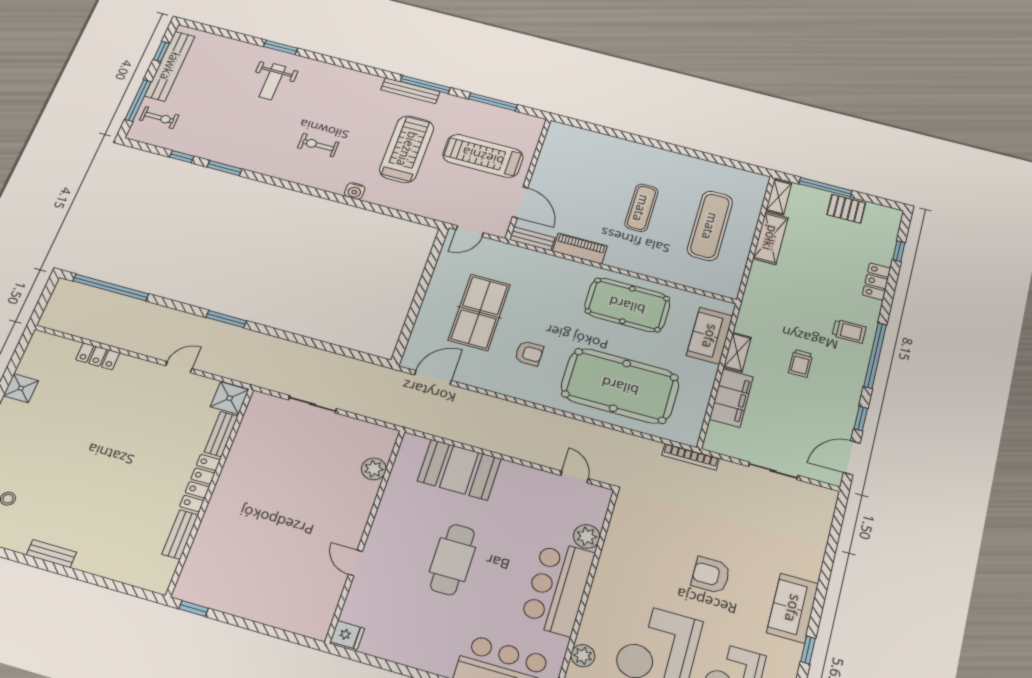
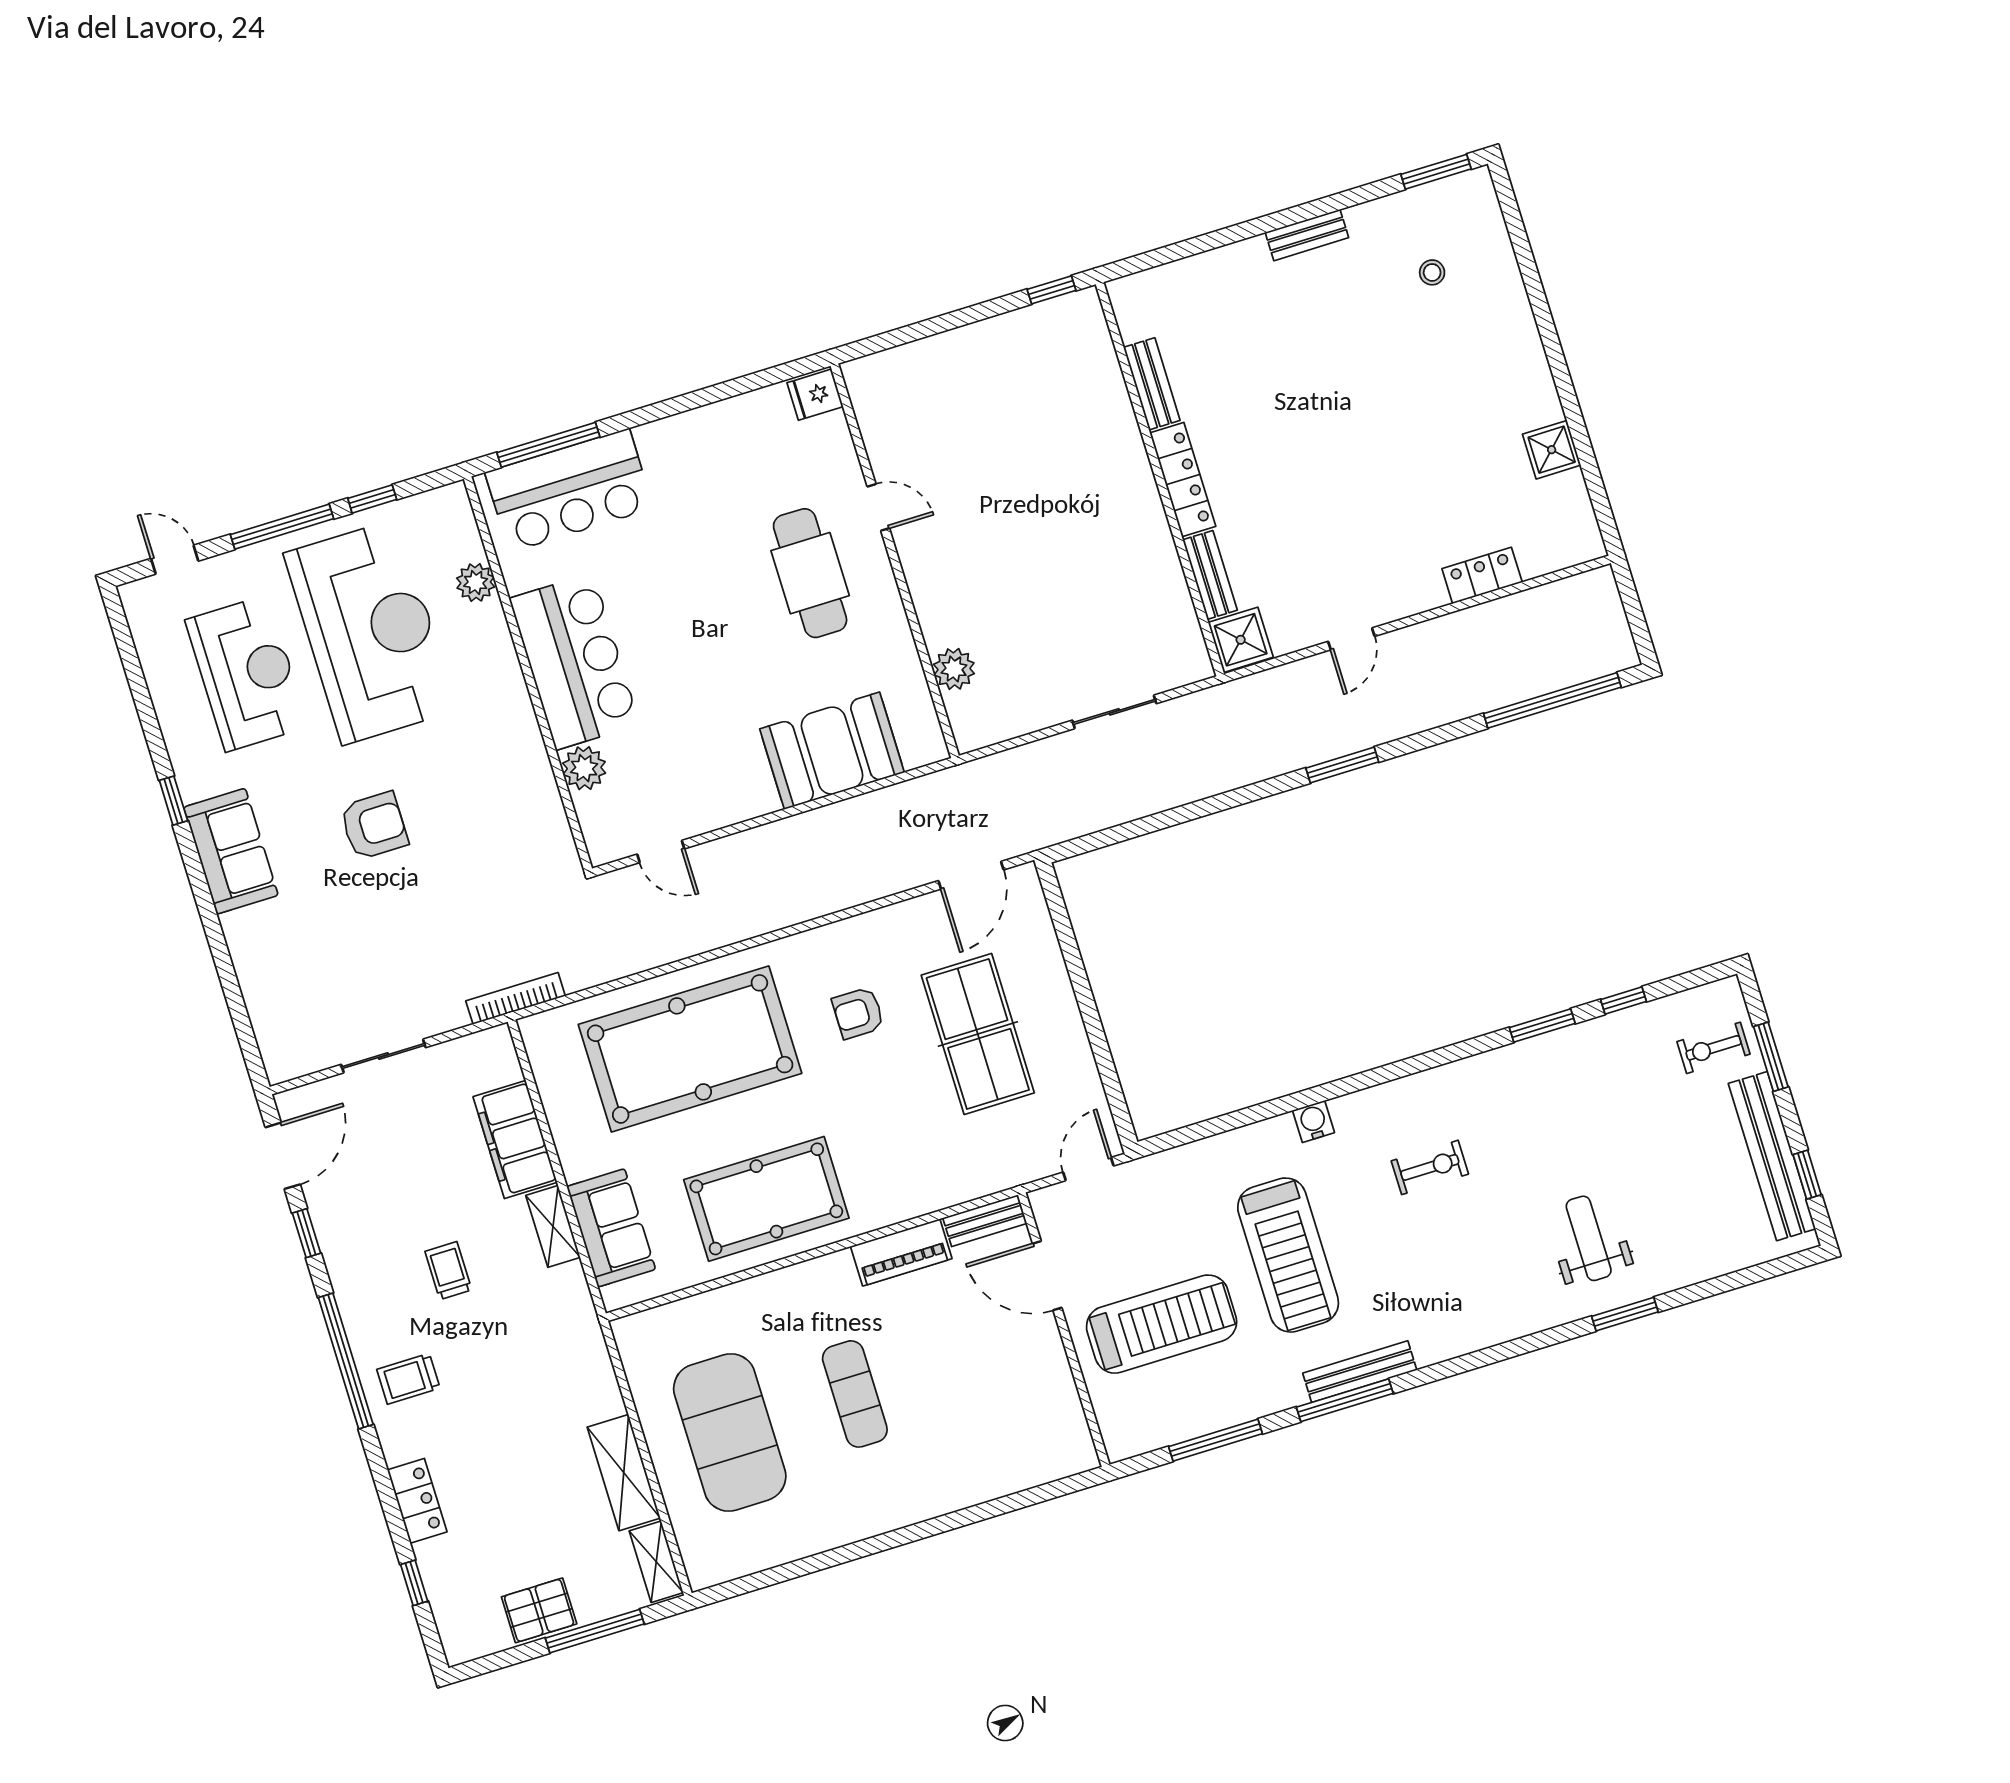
window: (138, 101) -> (1771, 1057), width x0.69
exercise mat: (710, 226) -> (730, 1432), width x1.47
cafe table: (452, 560) -> (810, 573), moved

